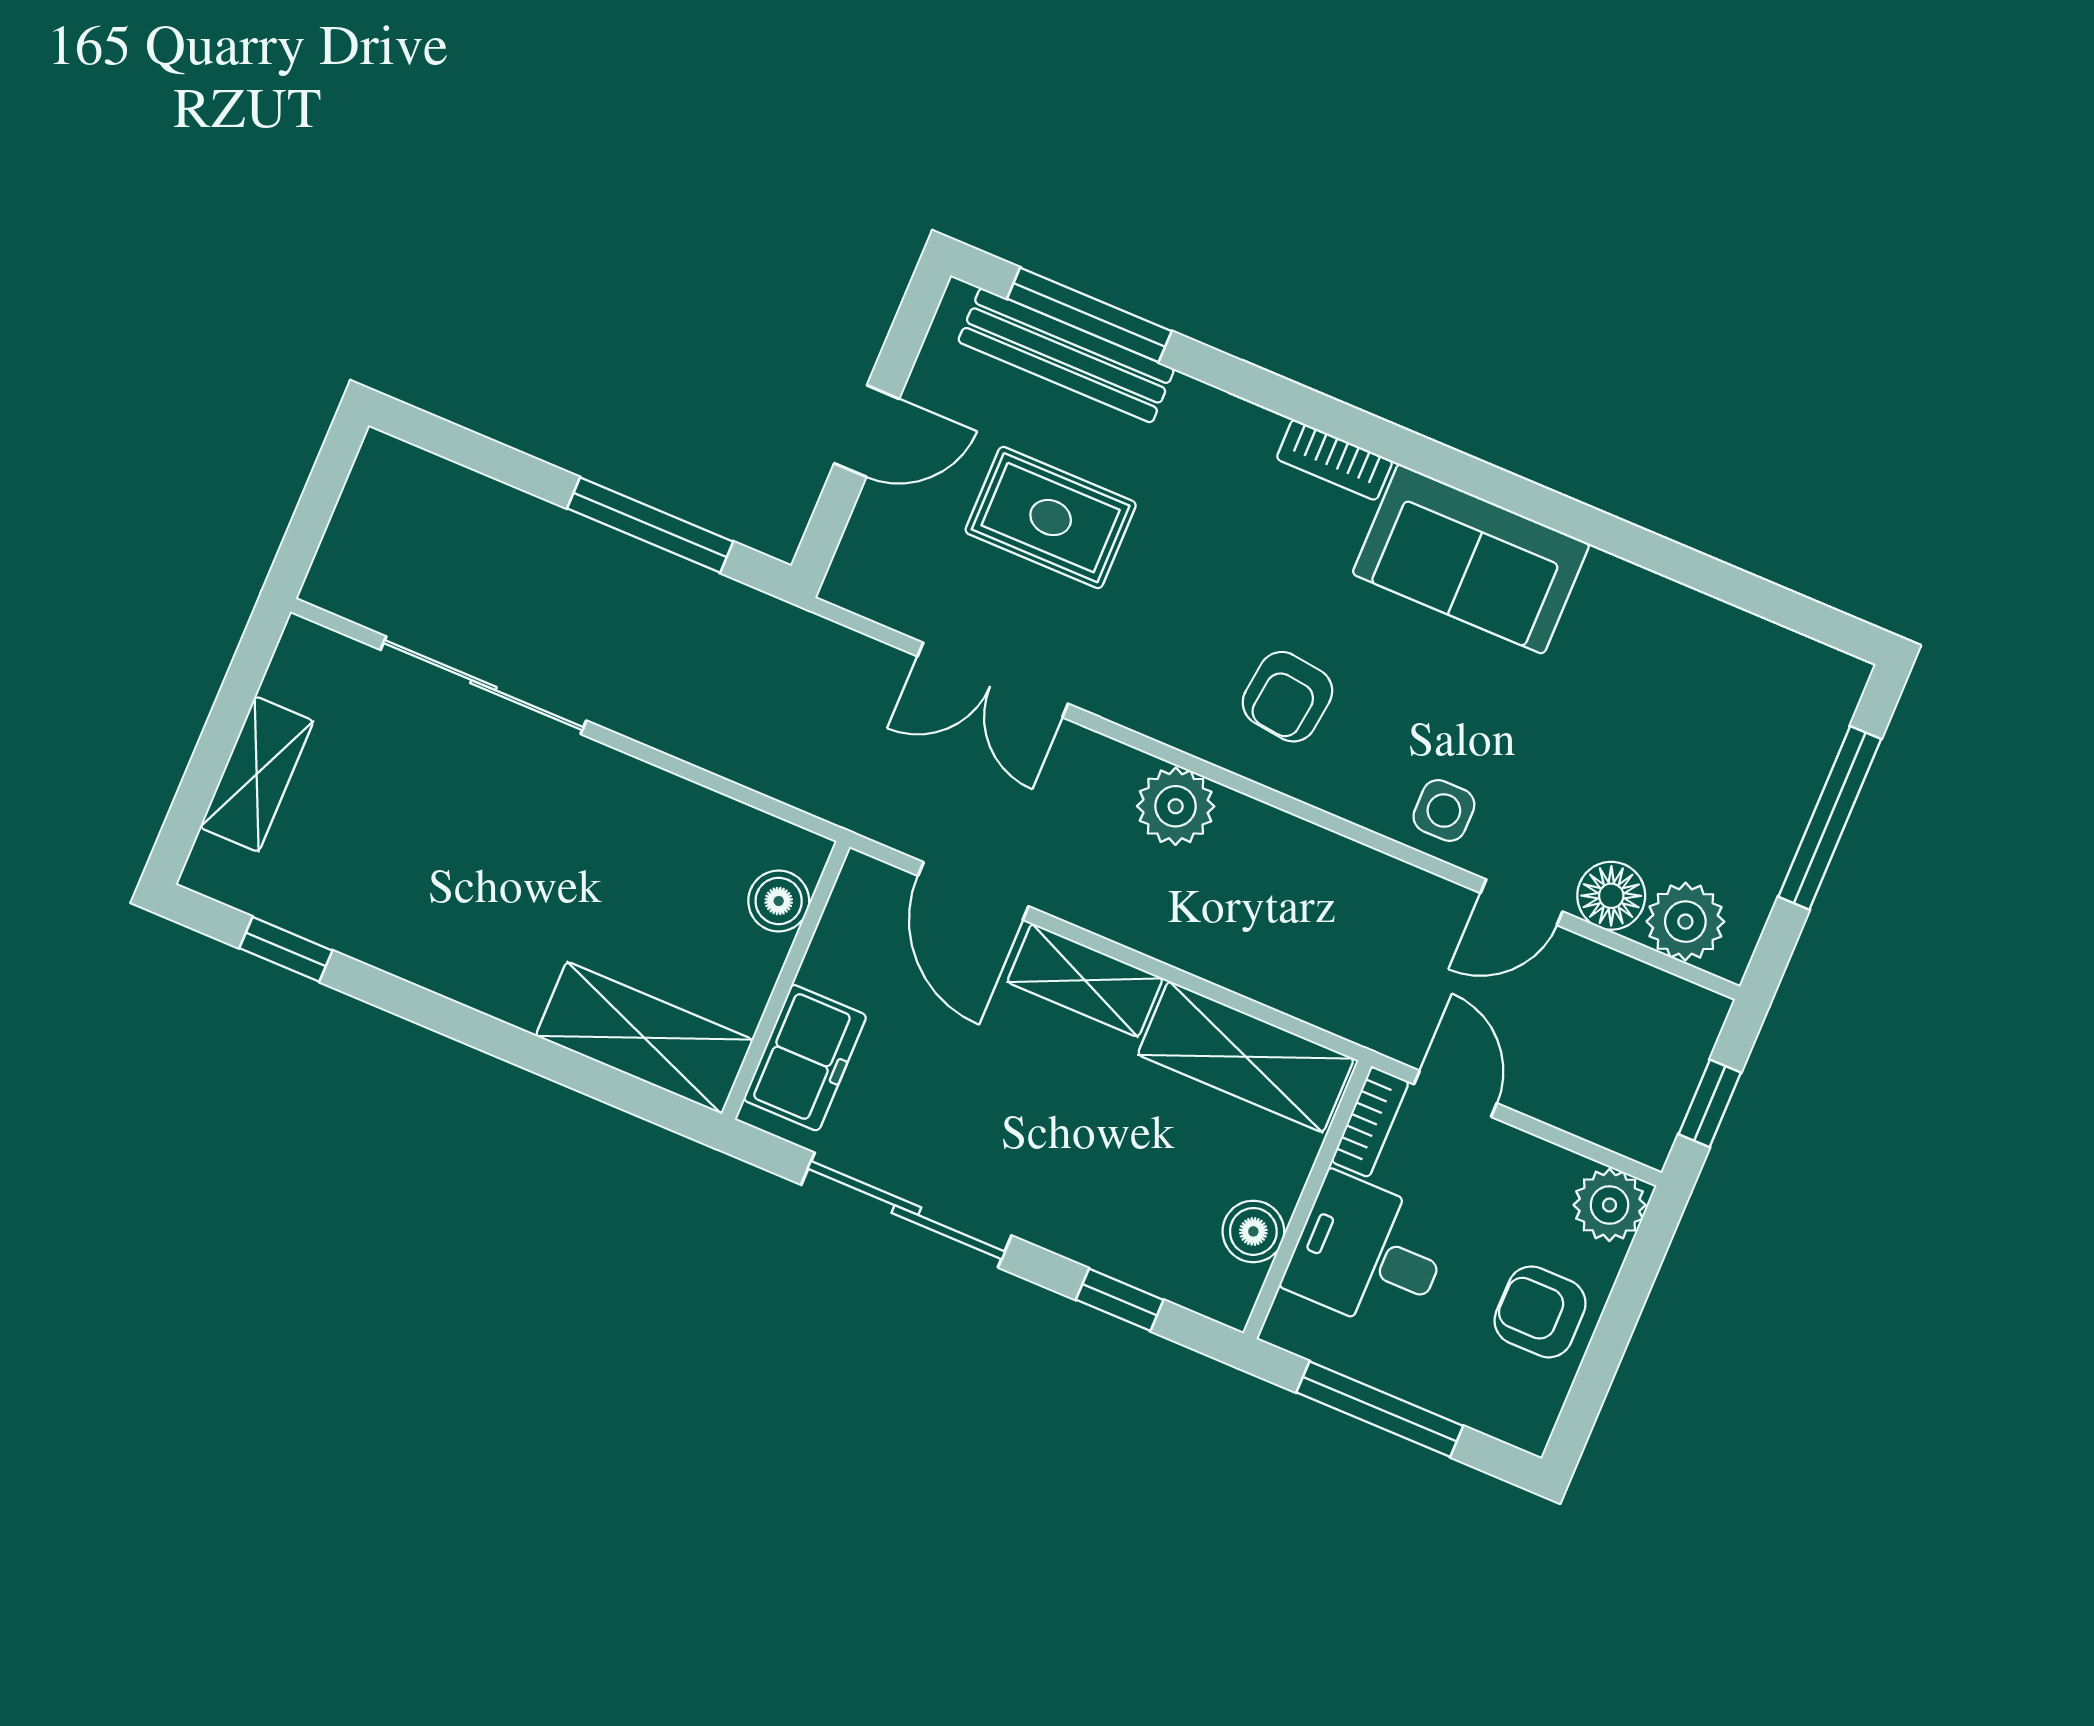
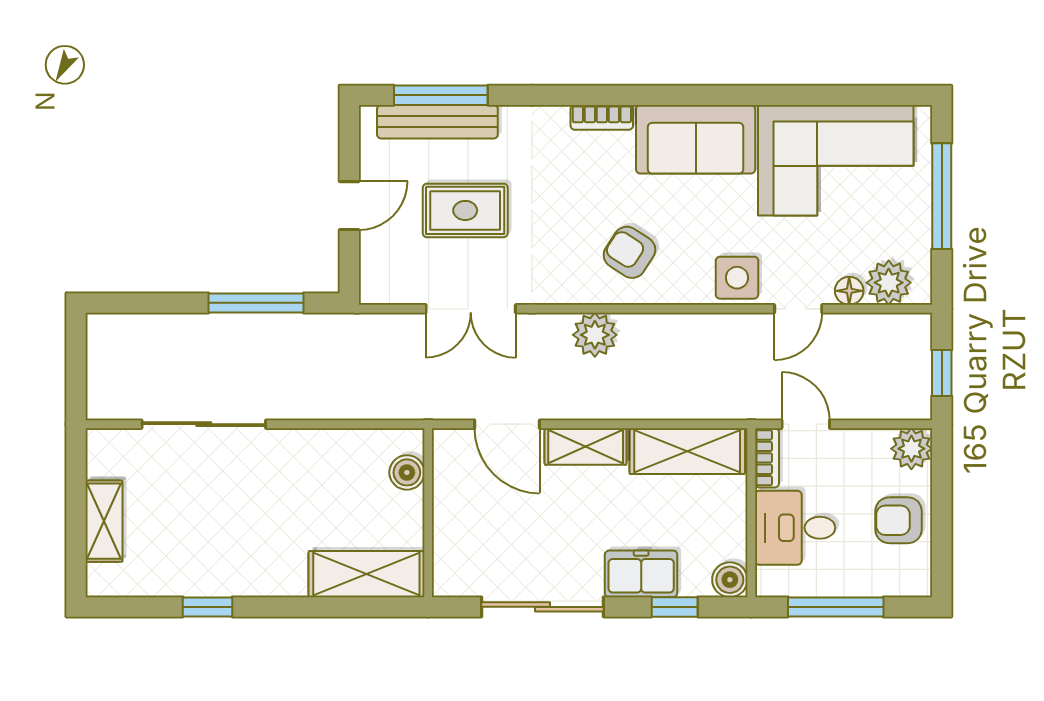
corner sofa: (1683, 688) -> (836, 160), added
armchair: (1287, 697) -> (629, 252), turned 116
side table: (1444, 811) -> (737, 278), width x1.37, depth x1.37
floor lamp: (1611, 896) -> (849, 291), width x0.73, depth x0.73
window: (286, 949) -> (207, 607), moved
freezer: (805, 1058) -> (641, 574), moved, turned -90
boiler: (1253, 1231) -> (730, 580), moved

